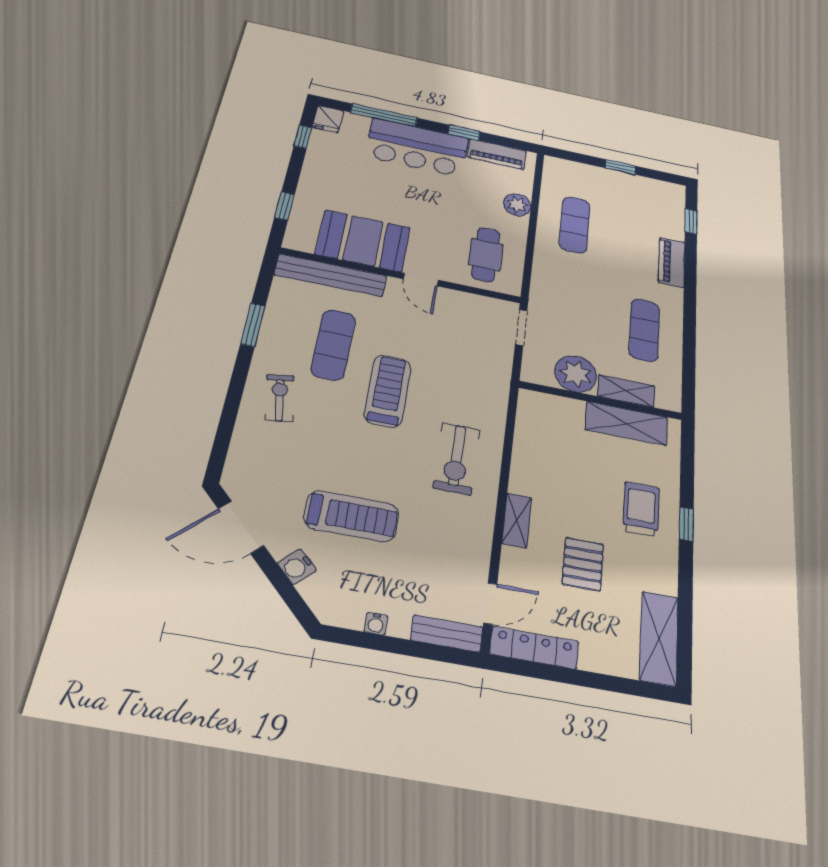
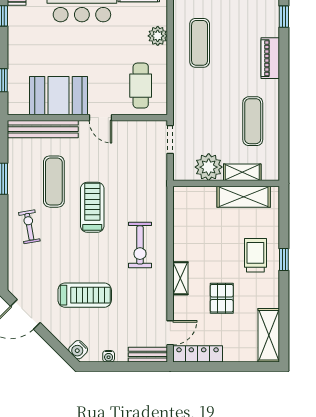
water cooler: (297, 567) -> (78, 350), moved

